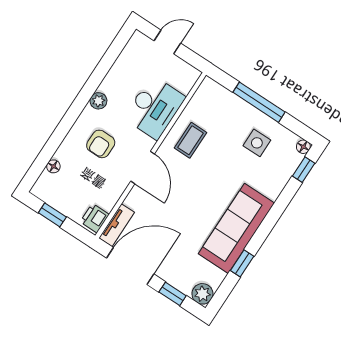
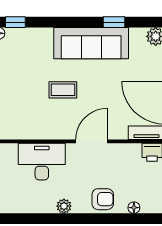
coffee table: (190, 140) -> (63, 90), moved
side table: (257, 143) -> (18, 69), removed
armchair: (101, 144) -> (103, 199), moved

